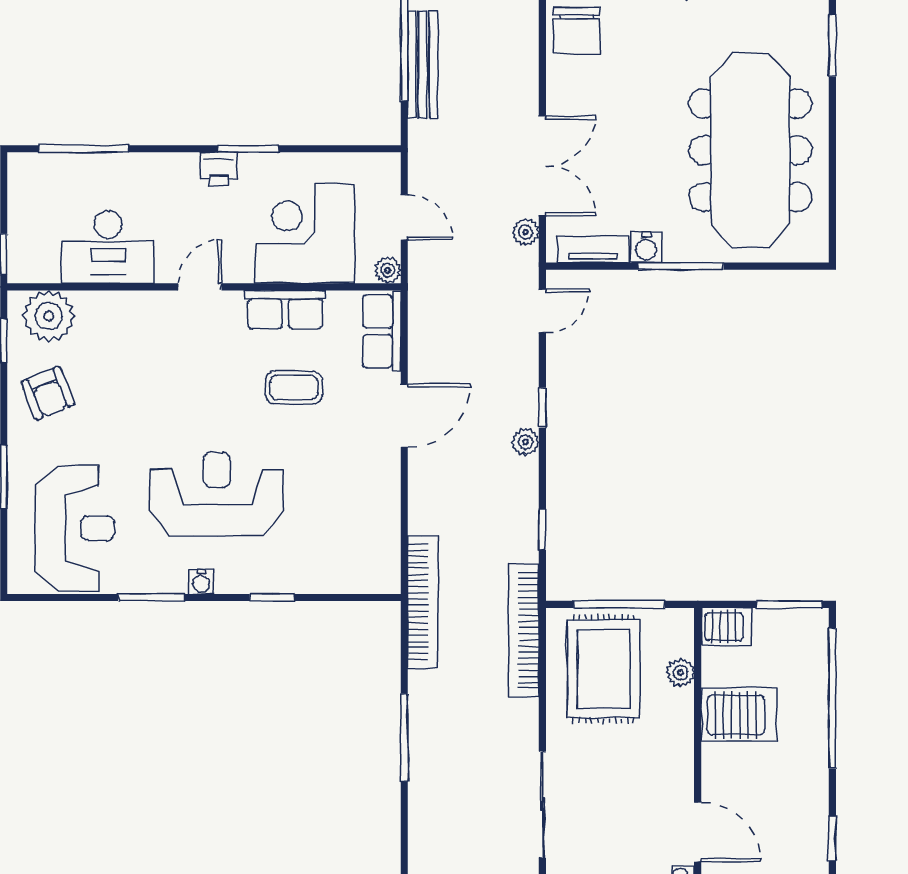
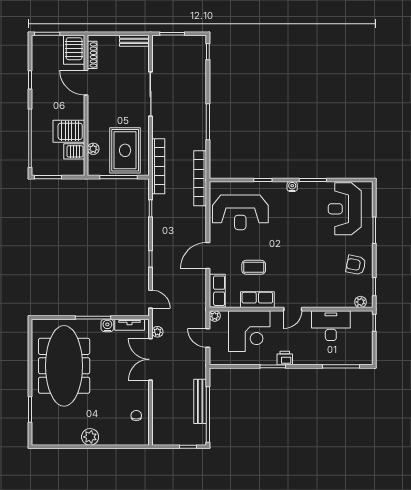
chair: (576, 31) -> (136, 415), width x0.54, depth x0.54
door: (542, 311) -> (151, 299), swing flipped
plant: (49, 316) -> (361, 302), width x0.53, depth x0.53
armchair: (48, 393) -> (356, 265), turned -57
plant: (525, 442) -> (158, 245), removed
reception desk: (217, 494) -> (240, 212), moved
server rack: (726, 627) -> (74, 151), moved

